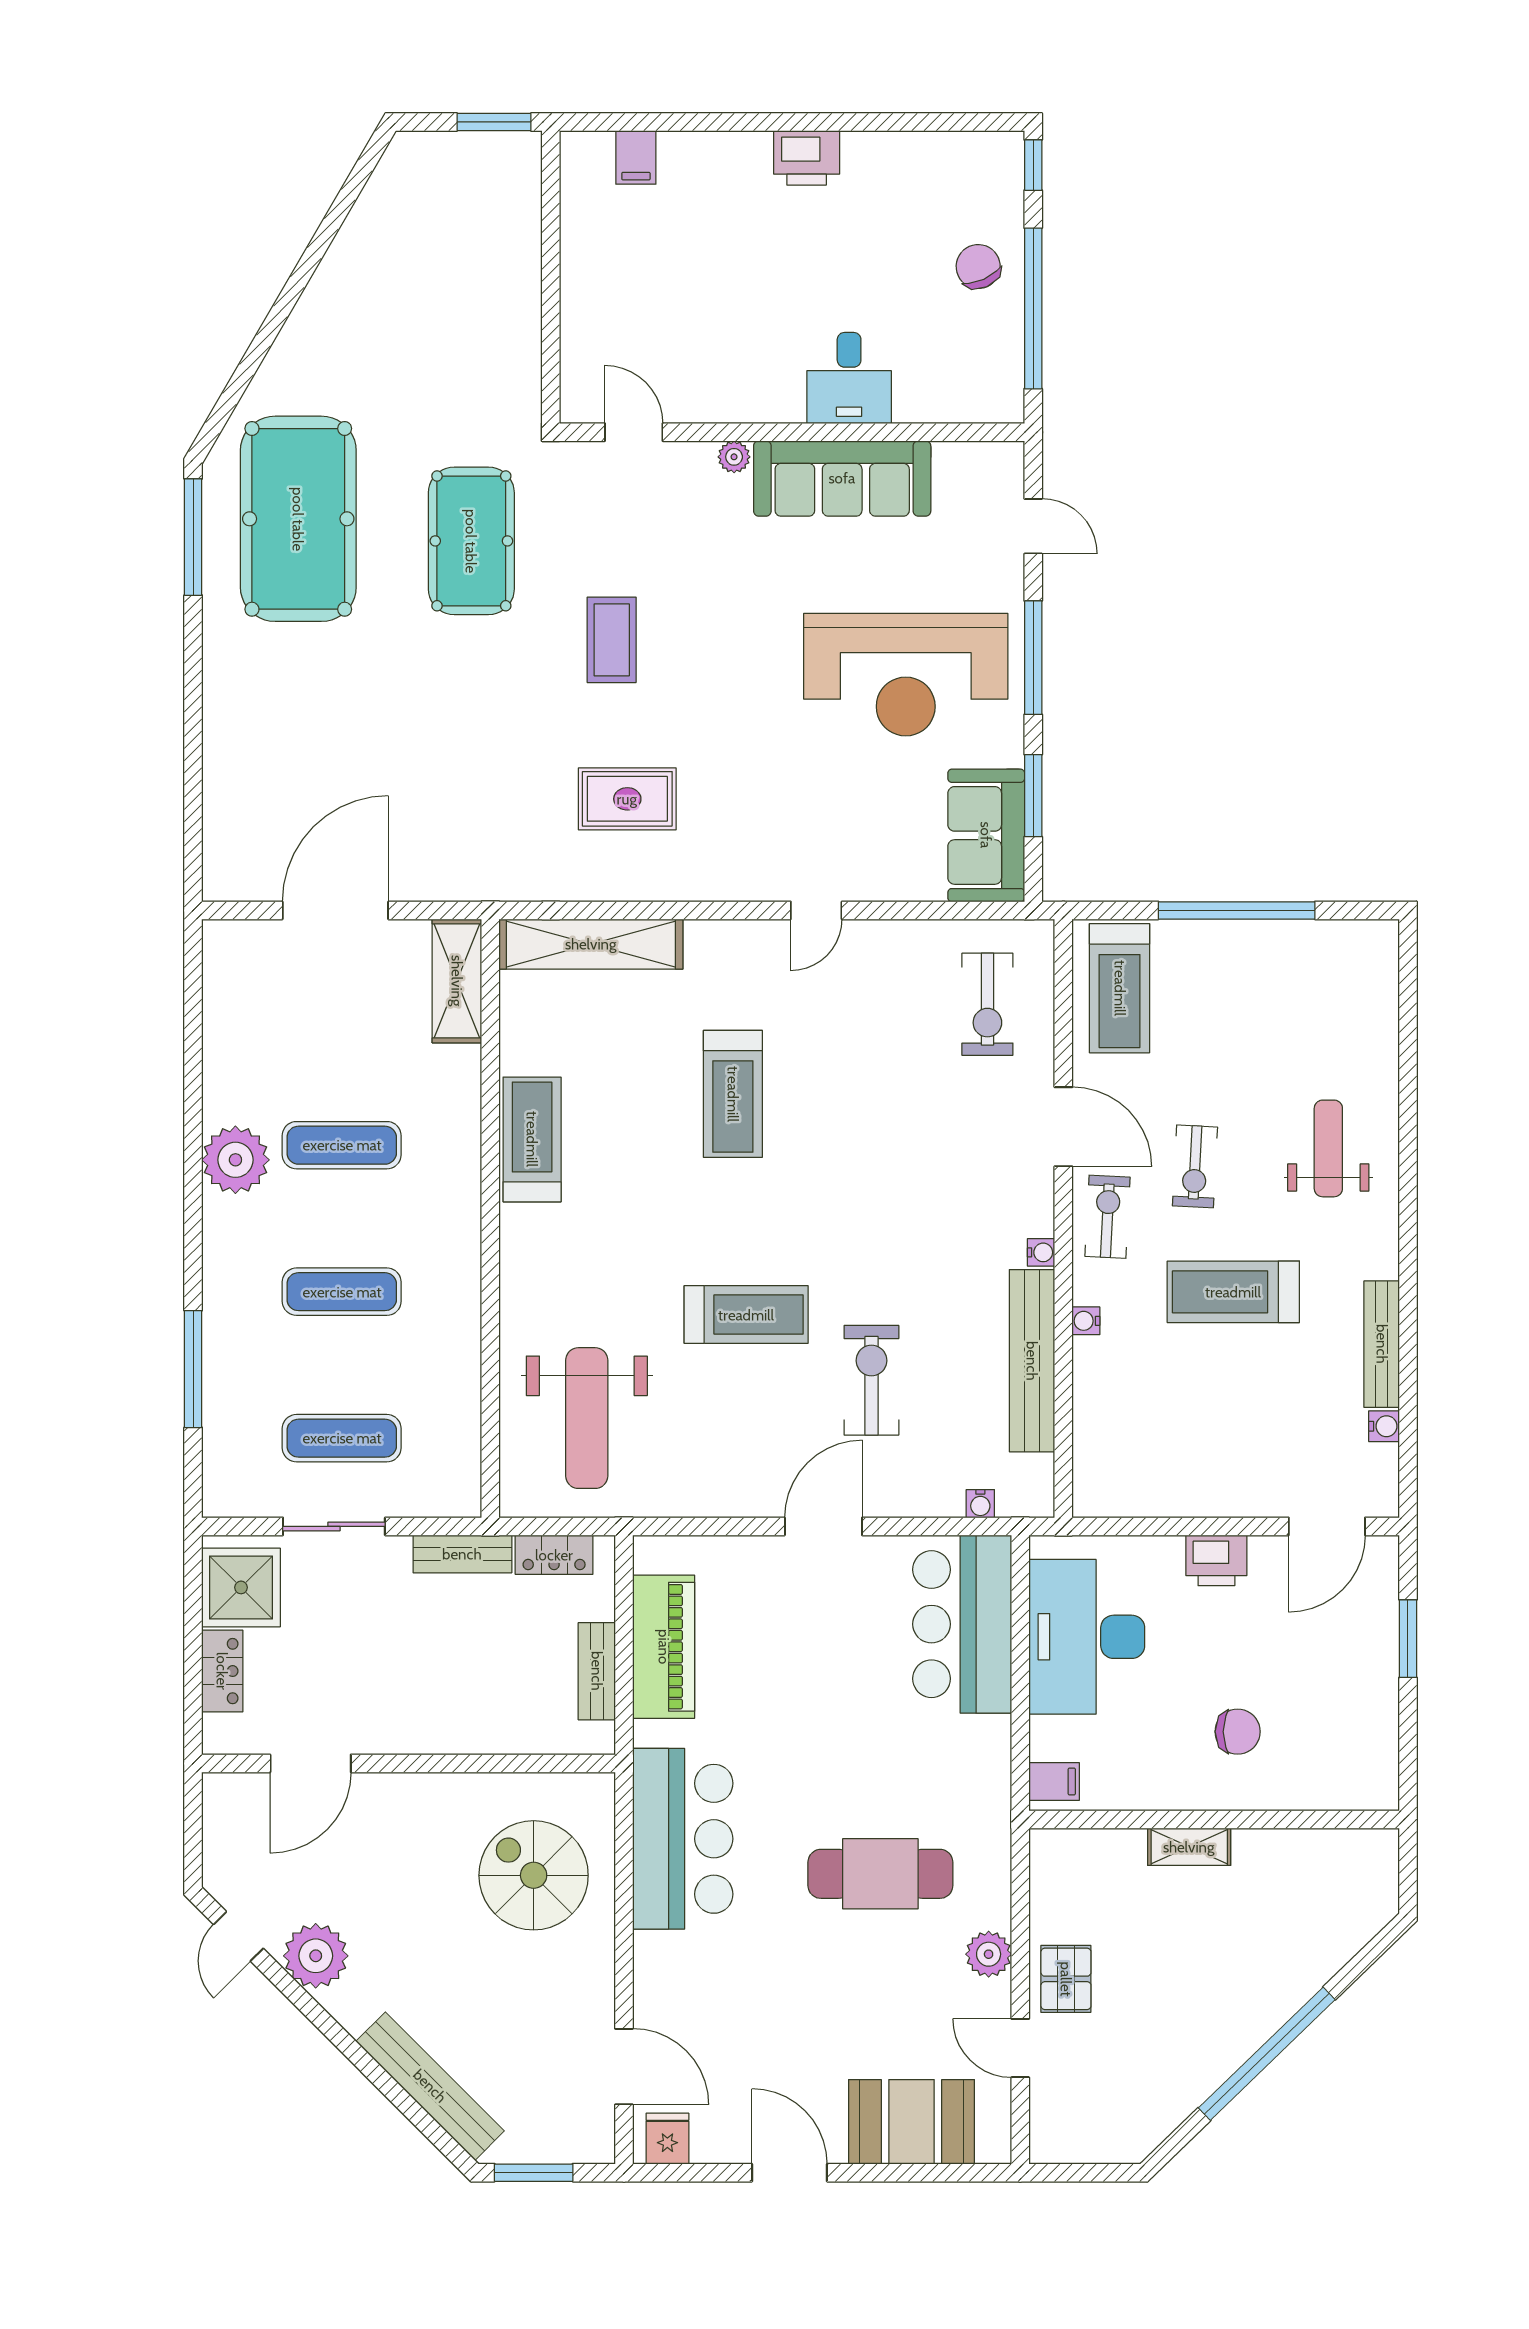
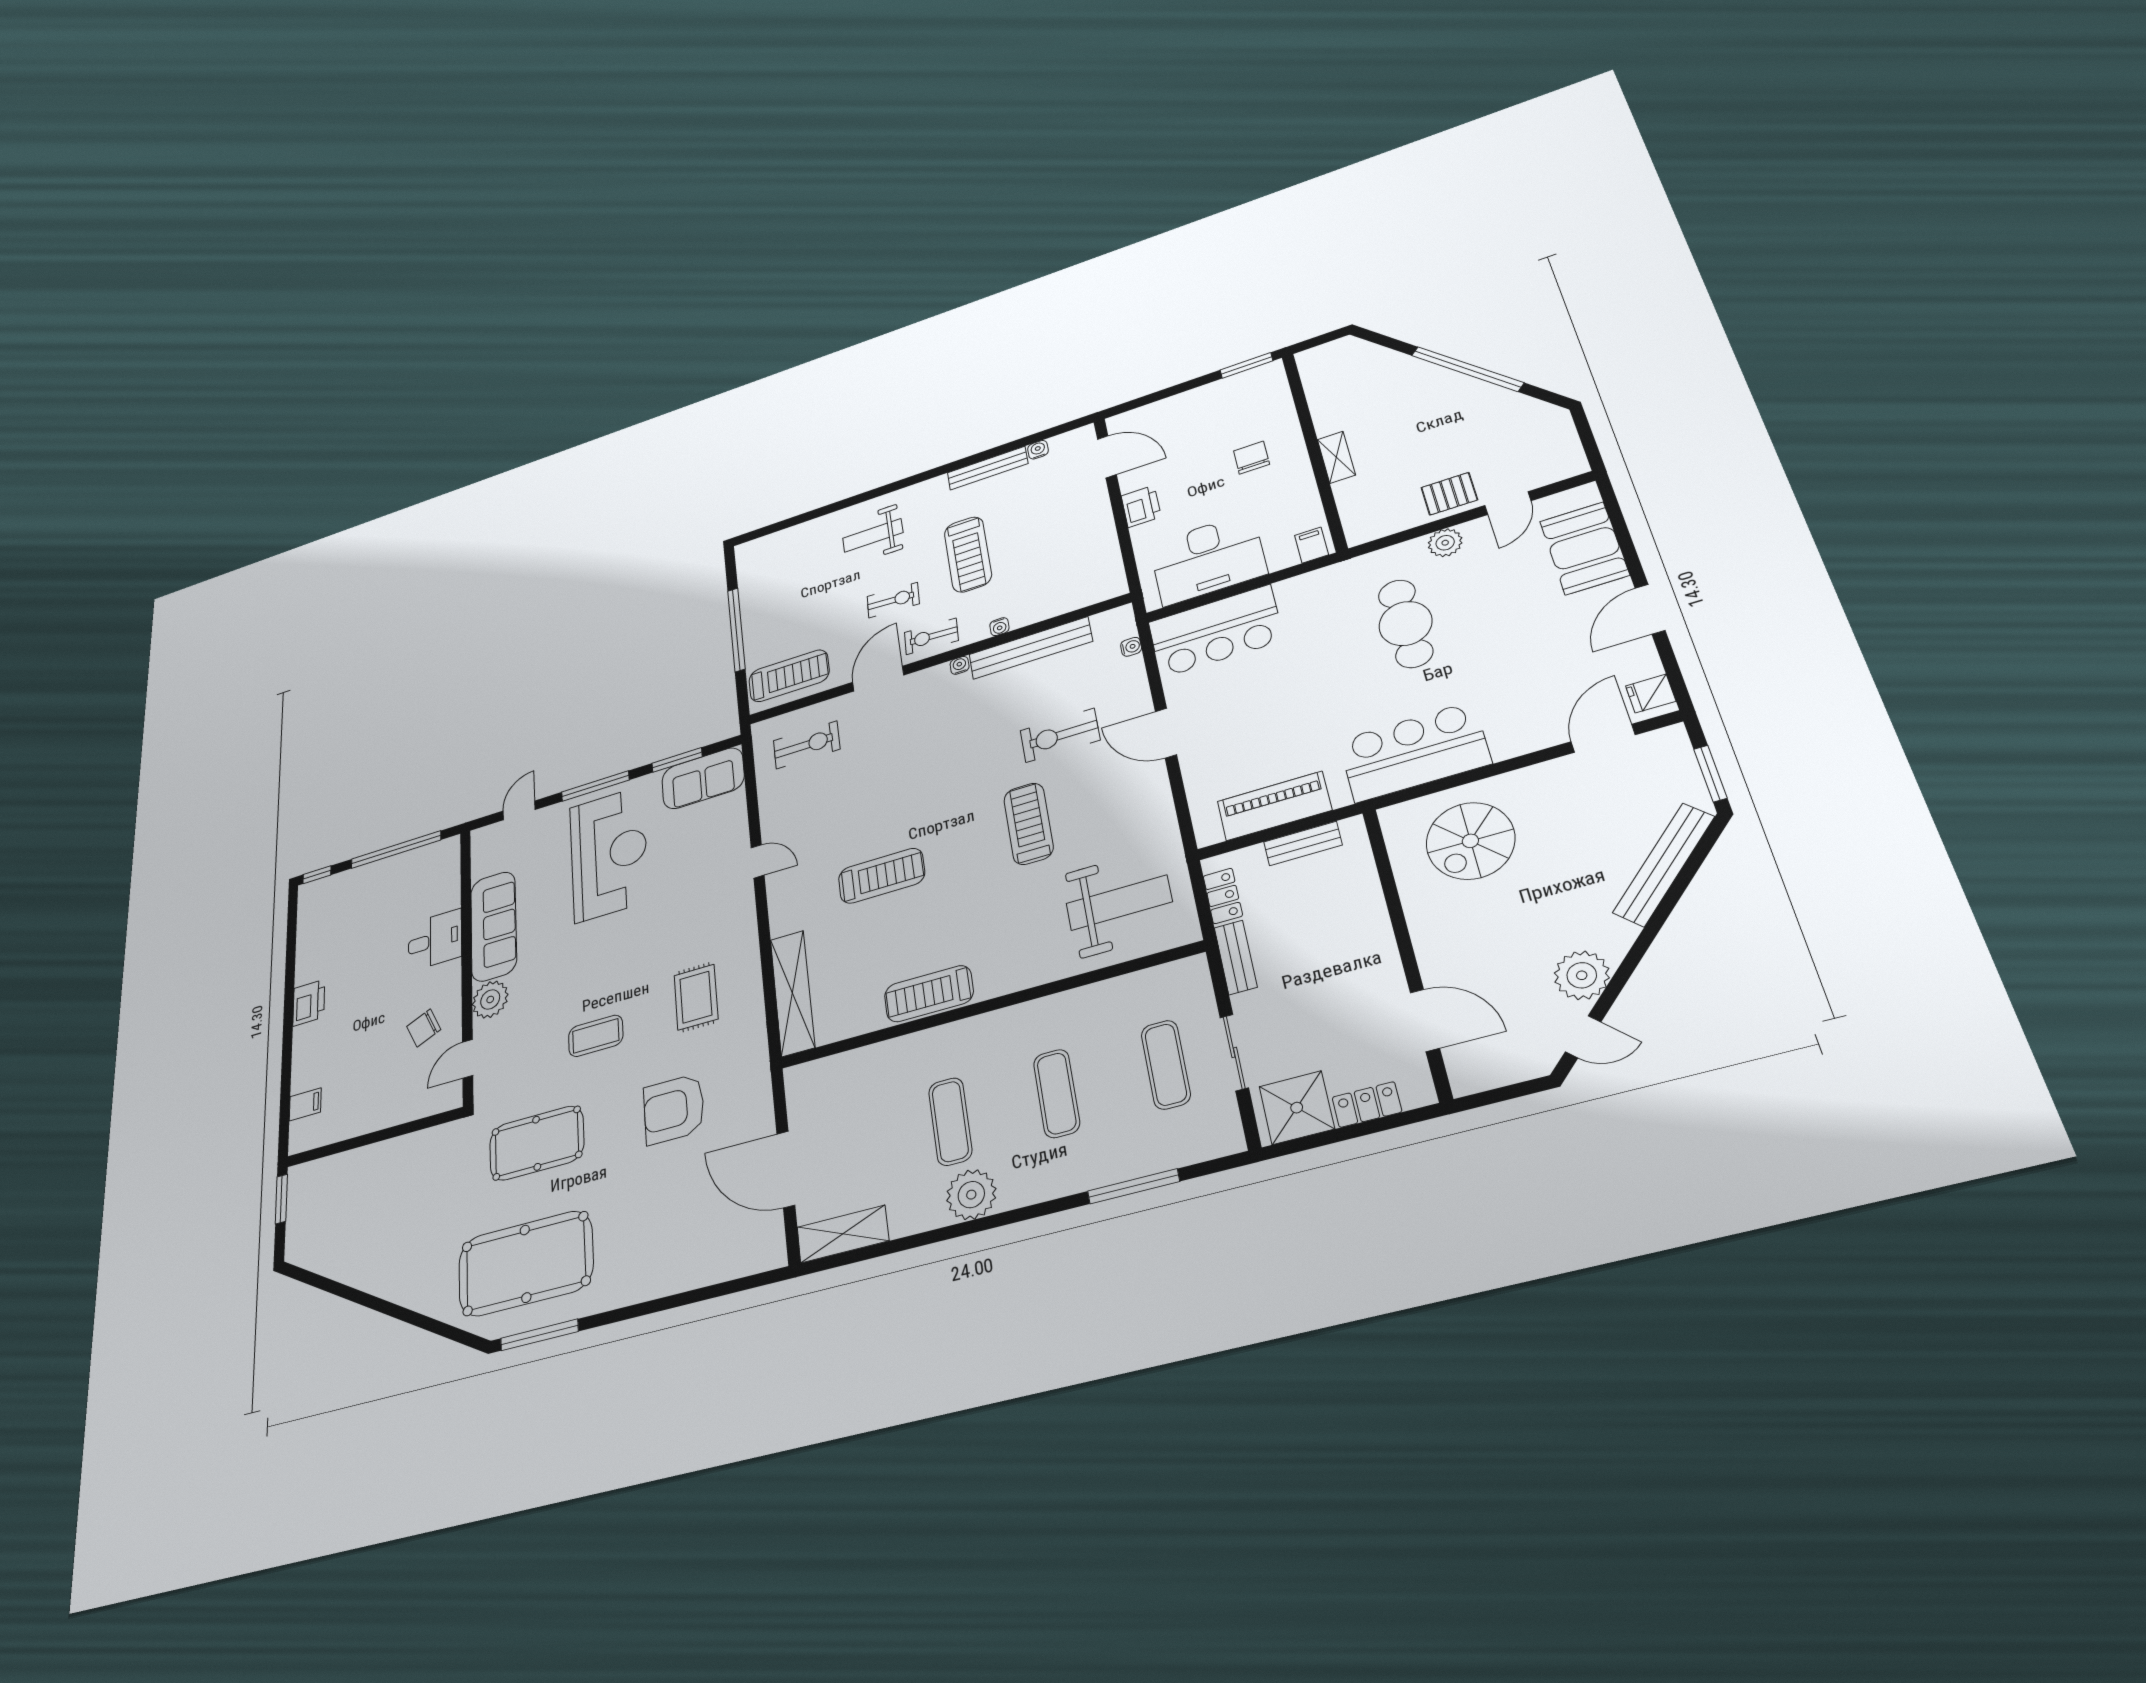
chair: (978, 267) -> (424, 1028), moved
plant: (734, 457) -> (490, 1000), width x1.88, depth x1.88
armchair: (466, 754) -> (674, 1109), added
shelving: (457, 981) -> (843, 1234), moved
window: (1408, 1639) -> (1246, 365), moved

